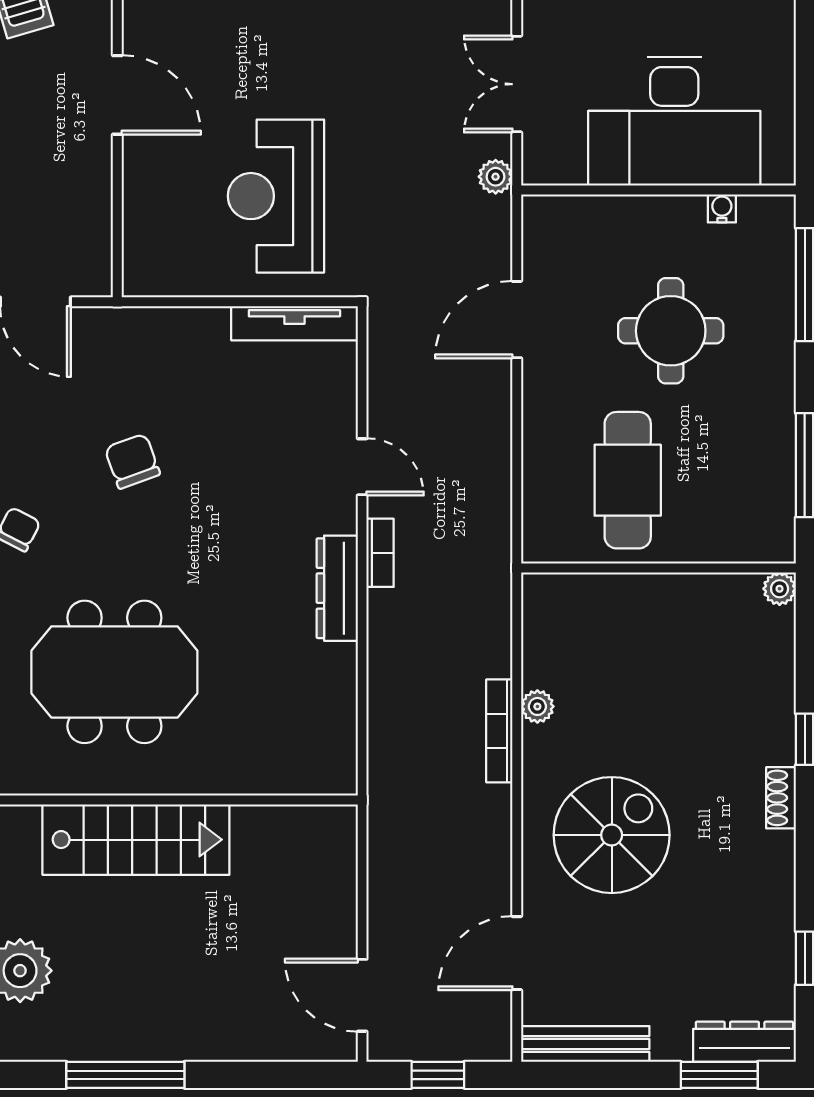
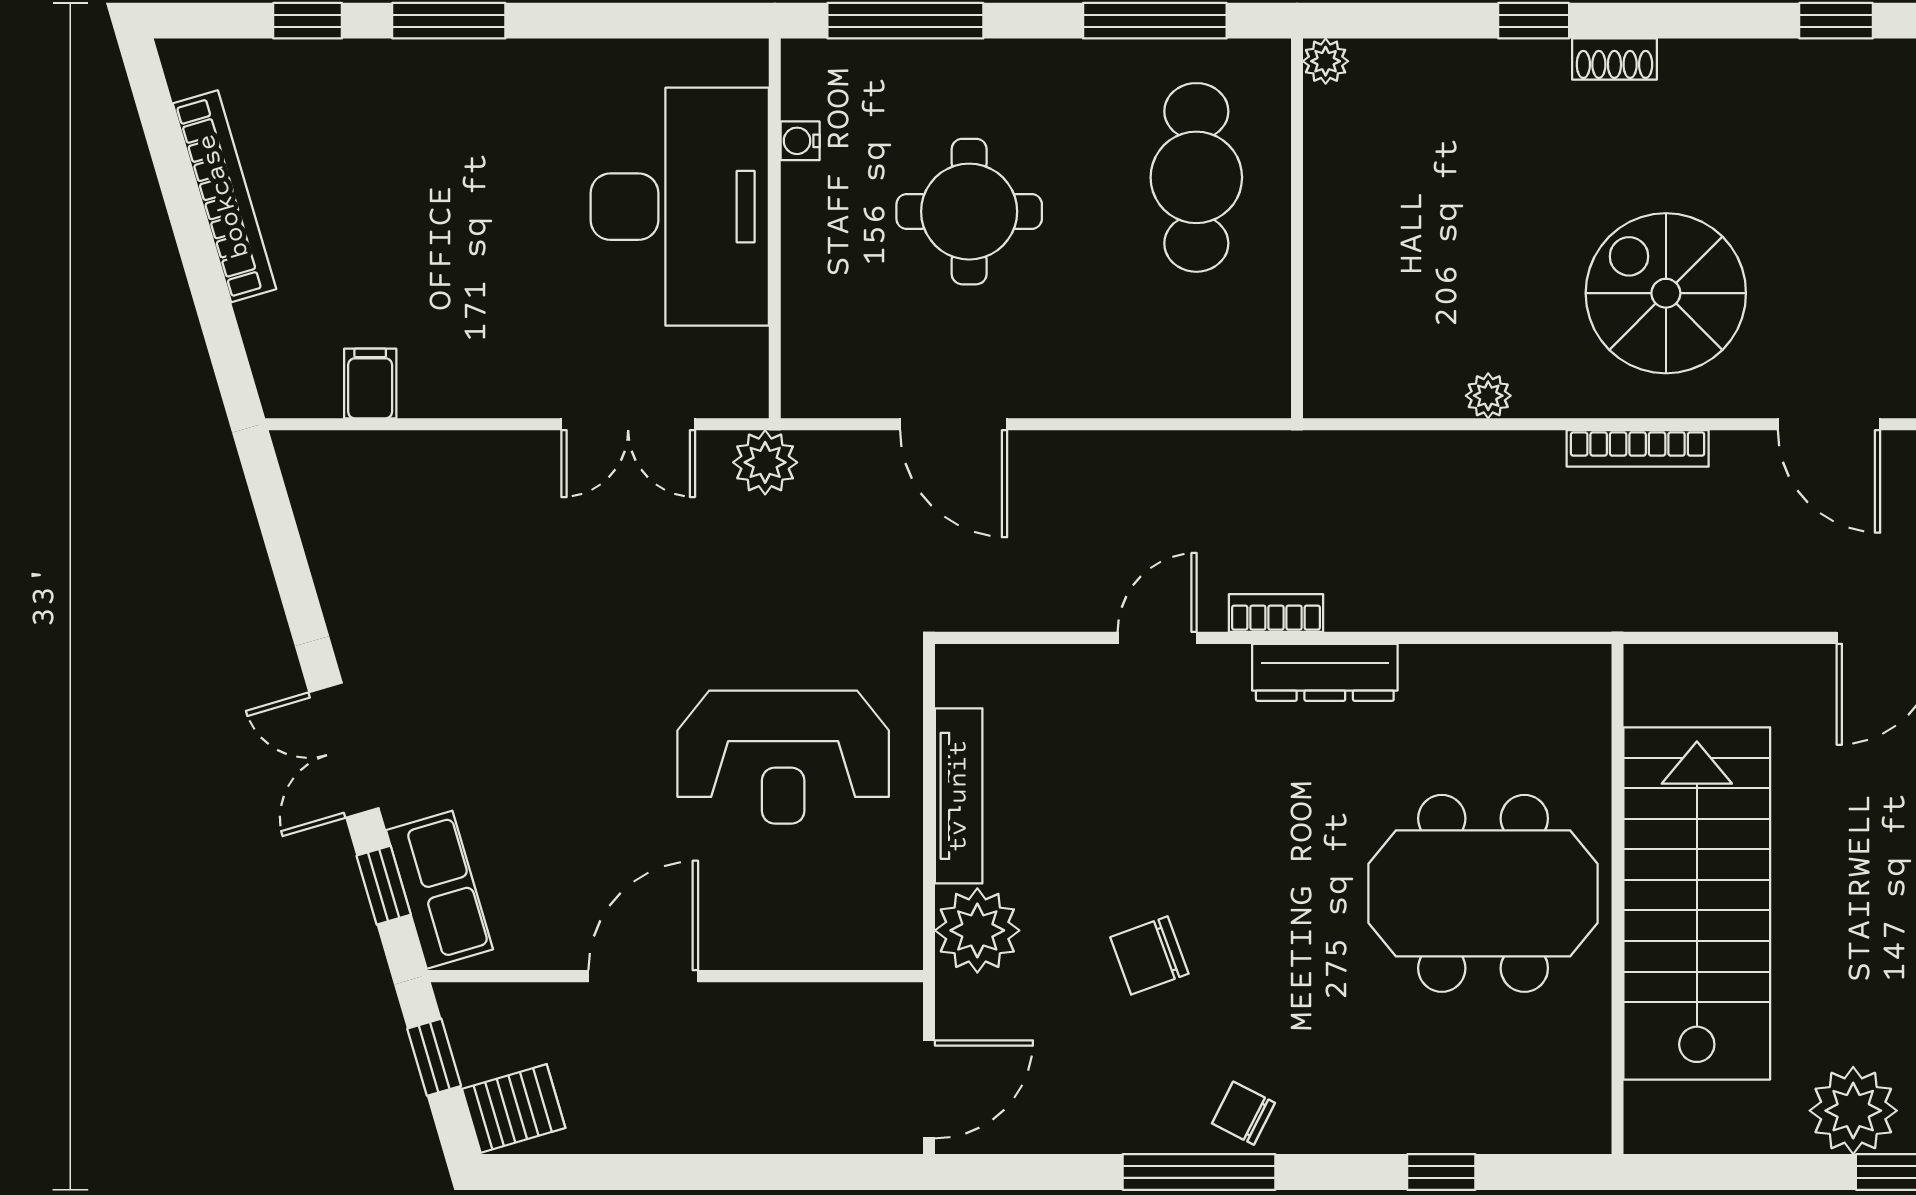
plant: (496, 177) -> (765, 462), width x1.38, depth x1.38
tv unit: (294, 323) -> (959, 796), moved
plant: (150, 337) -> (977, 930), added
cafe table: (628, 480) -> (1196, 177), moved, turned 90
meeting table: (114, 672) -> (1483, 893), moved, turned 90
bookcase: (499, 731) -> (1638, 448), moved
stairs: (136, 840) -> (1697, 903), width x1.36, depth x1.51

